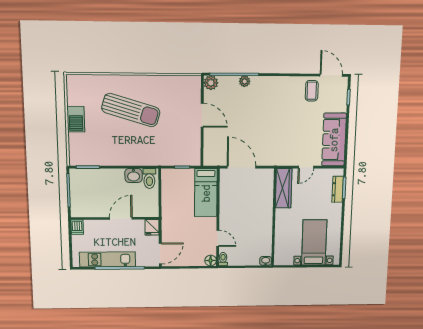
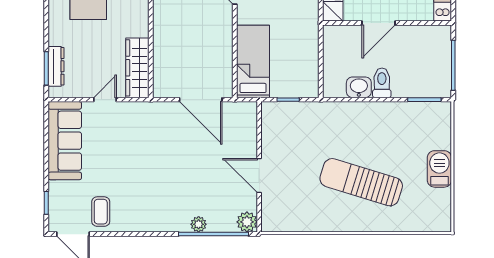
toilet: (149, 178) -> (382, 83), moved

